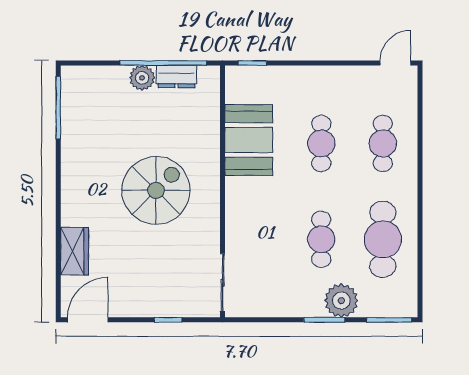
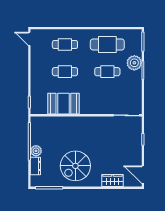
dresser: (177, 77) -> (35, 166), moved
spiral stairs: (156, 190) -> (75, 166), moved, turned -90

